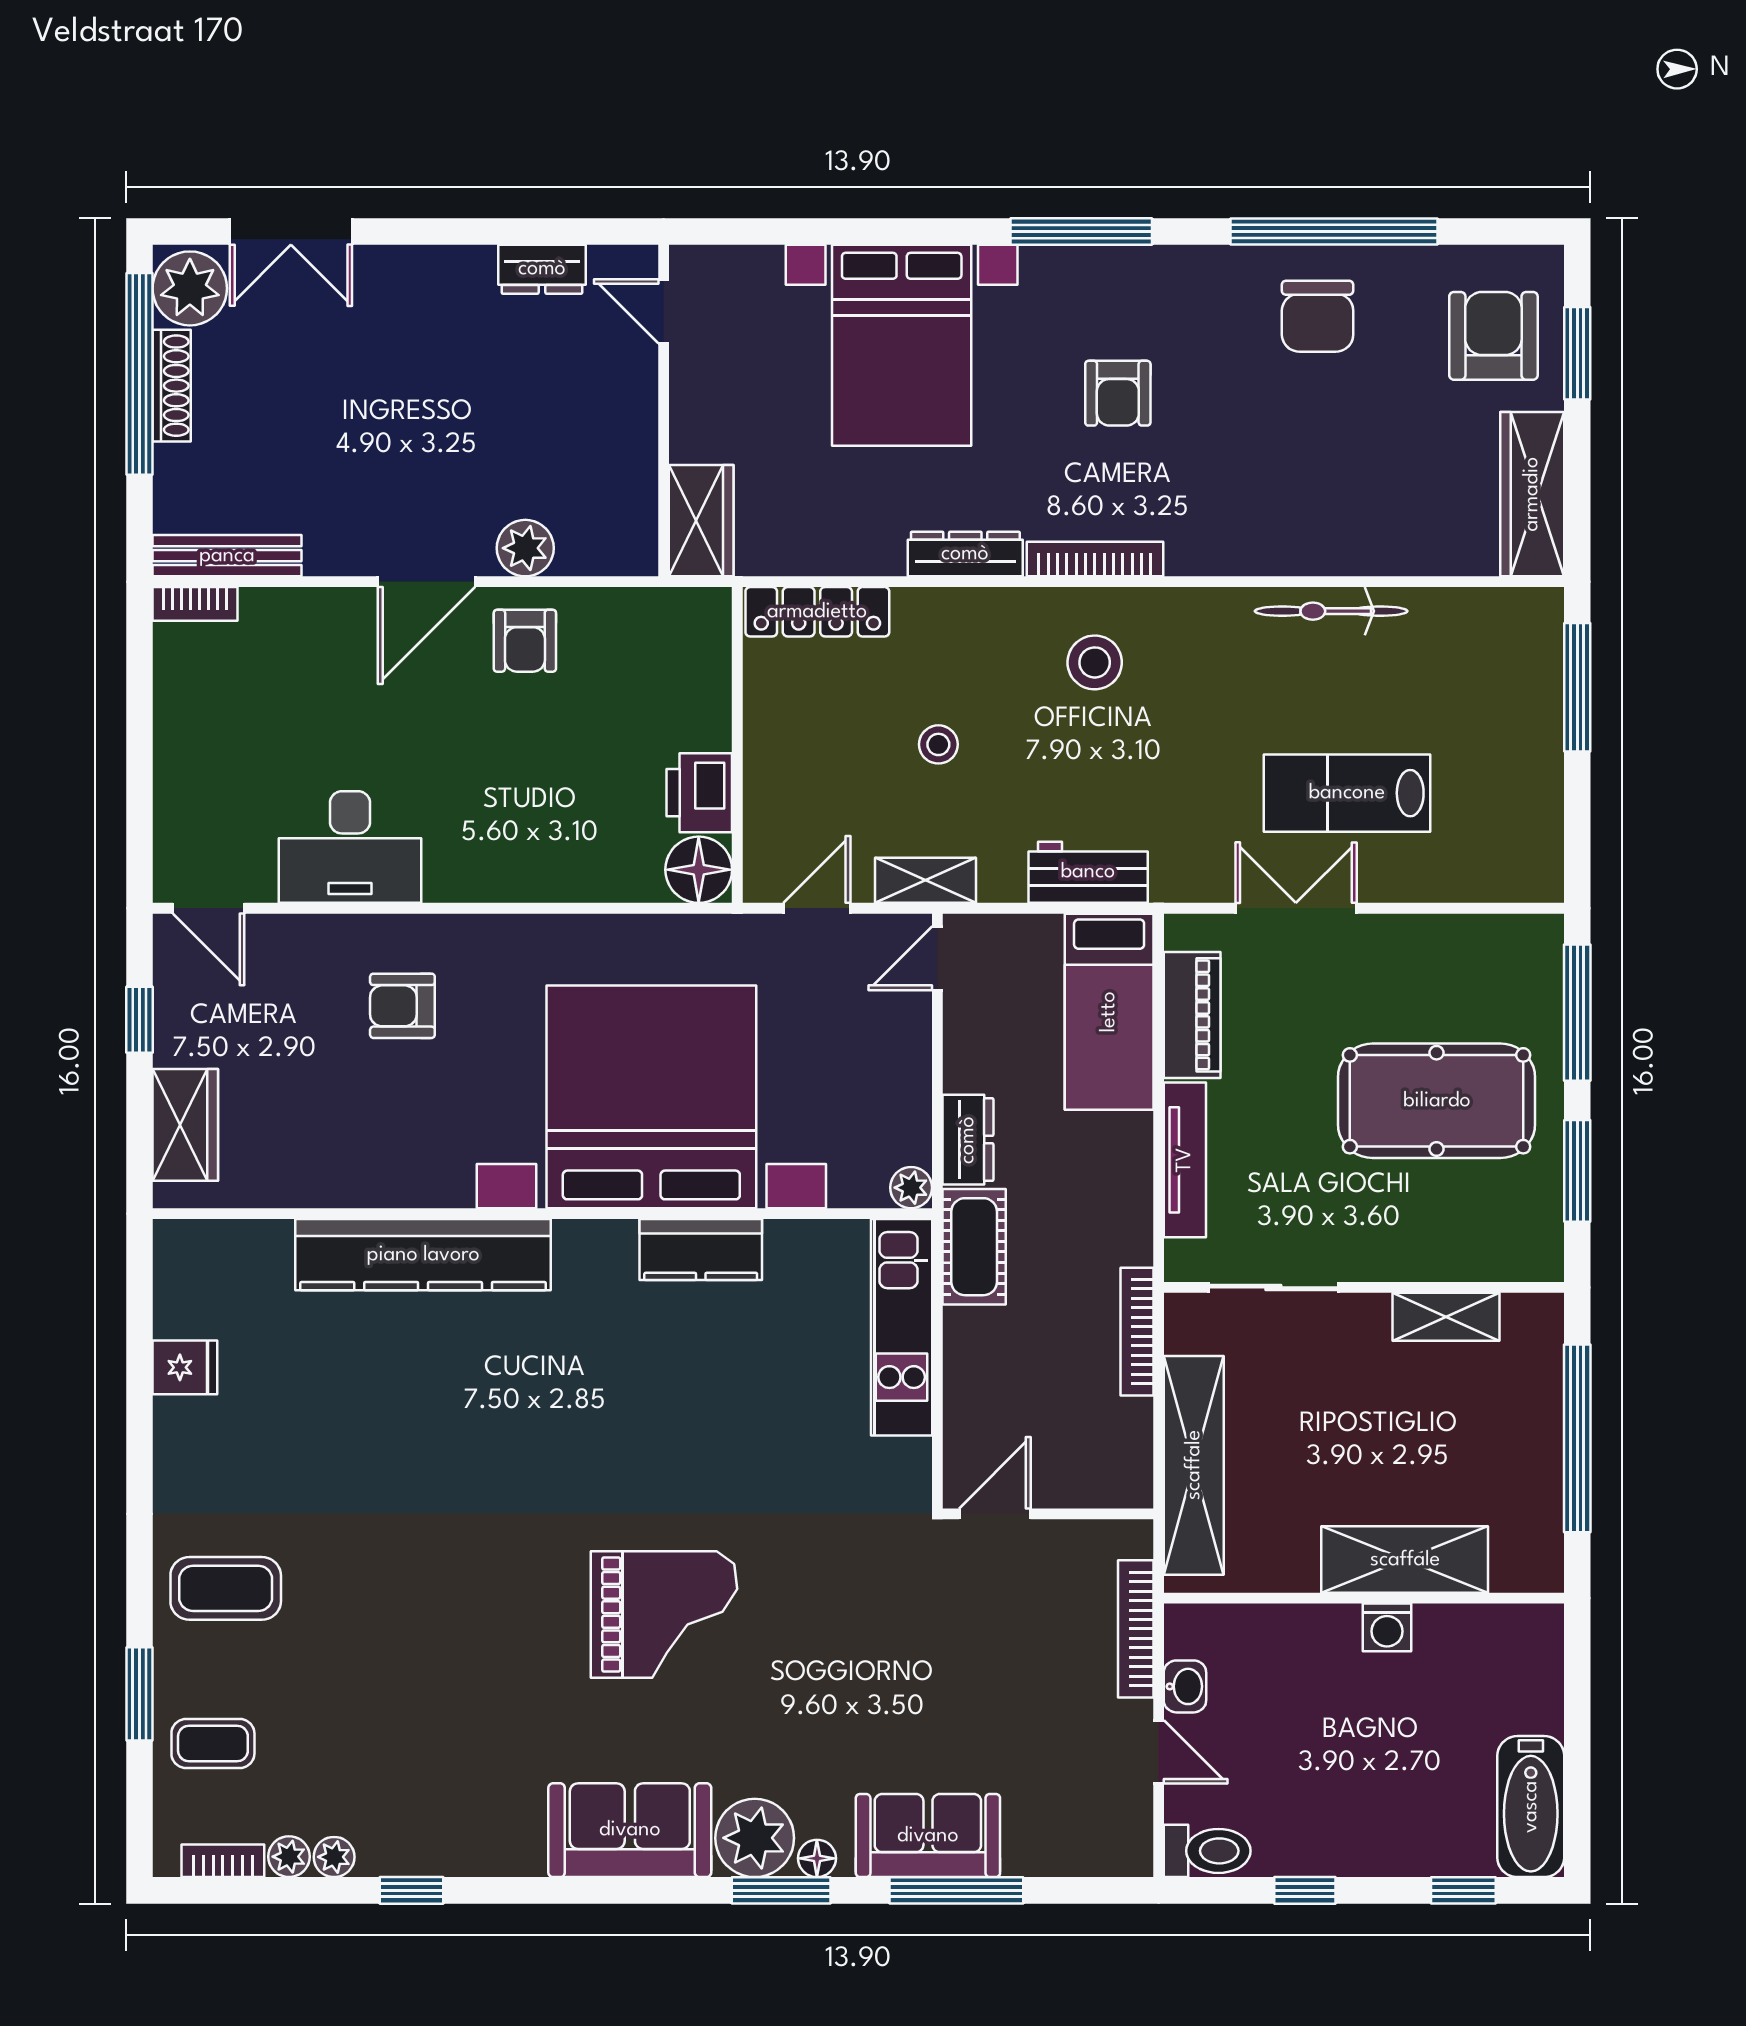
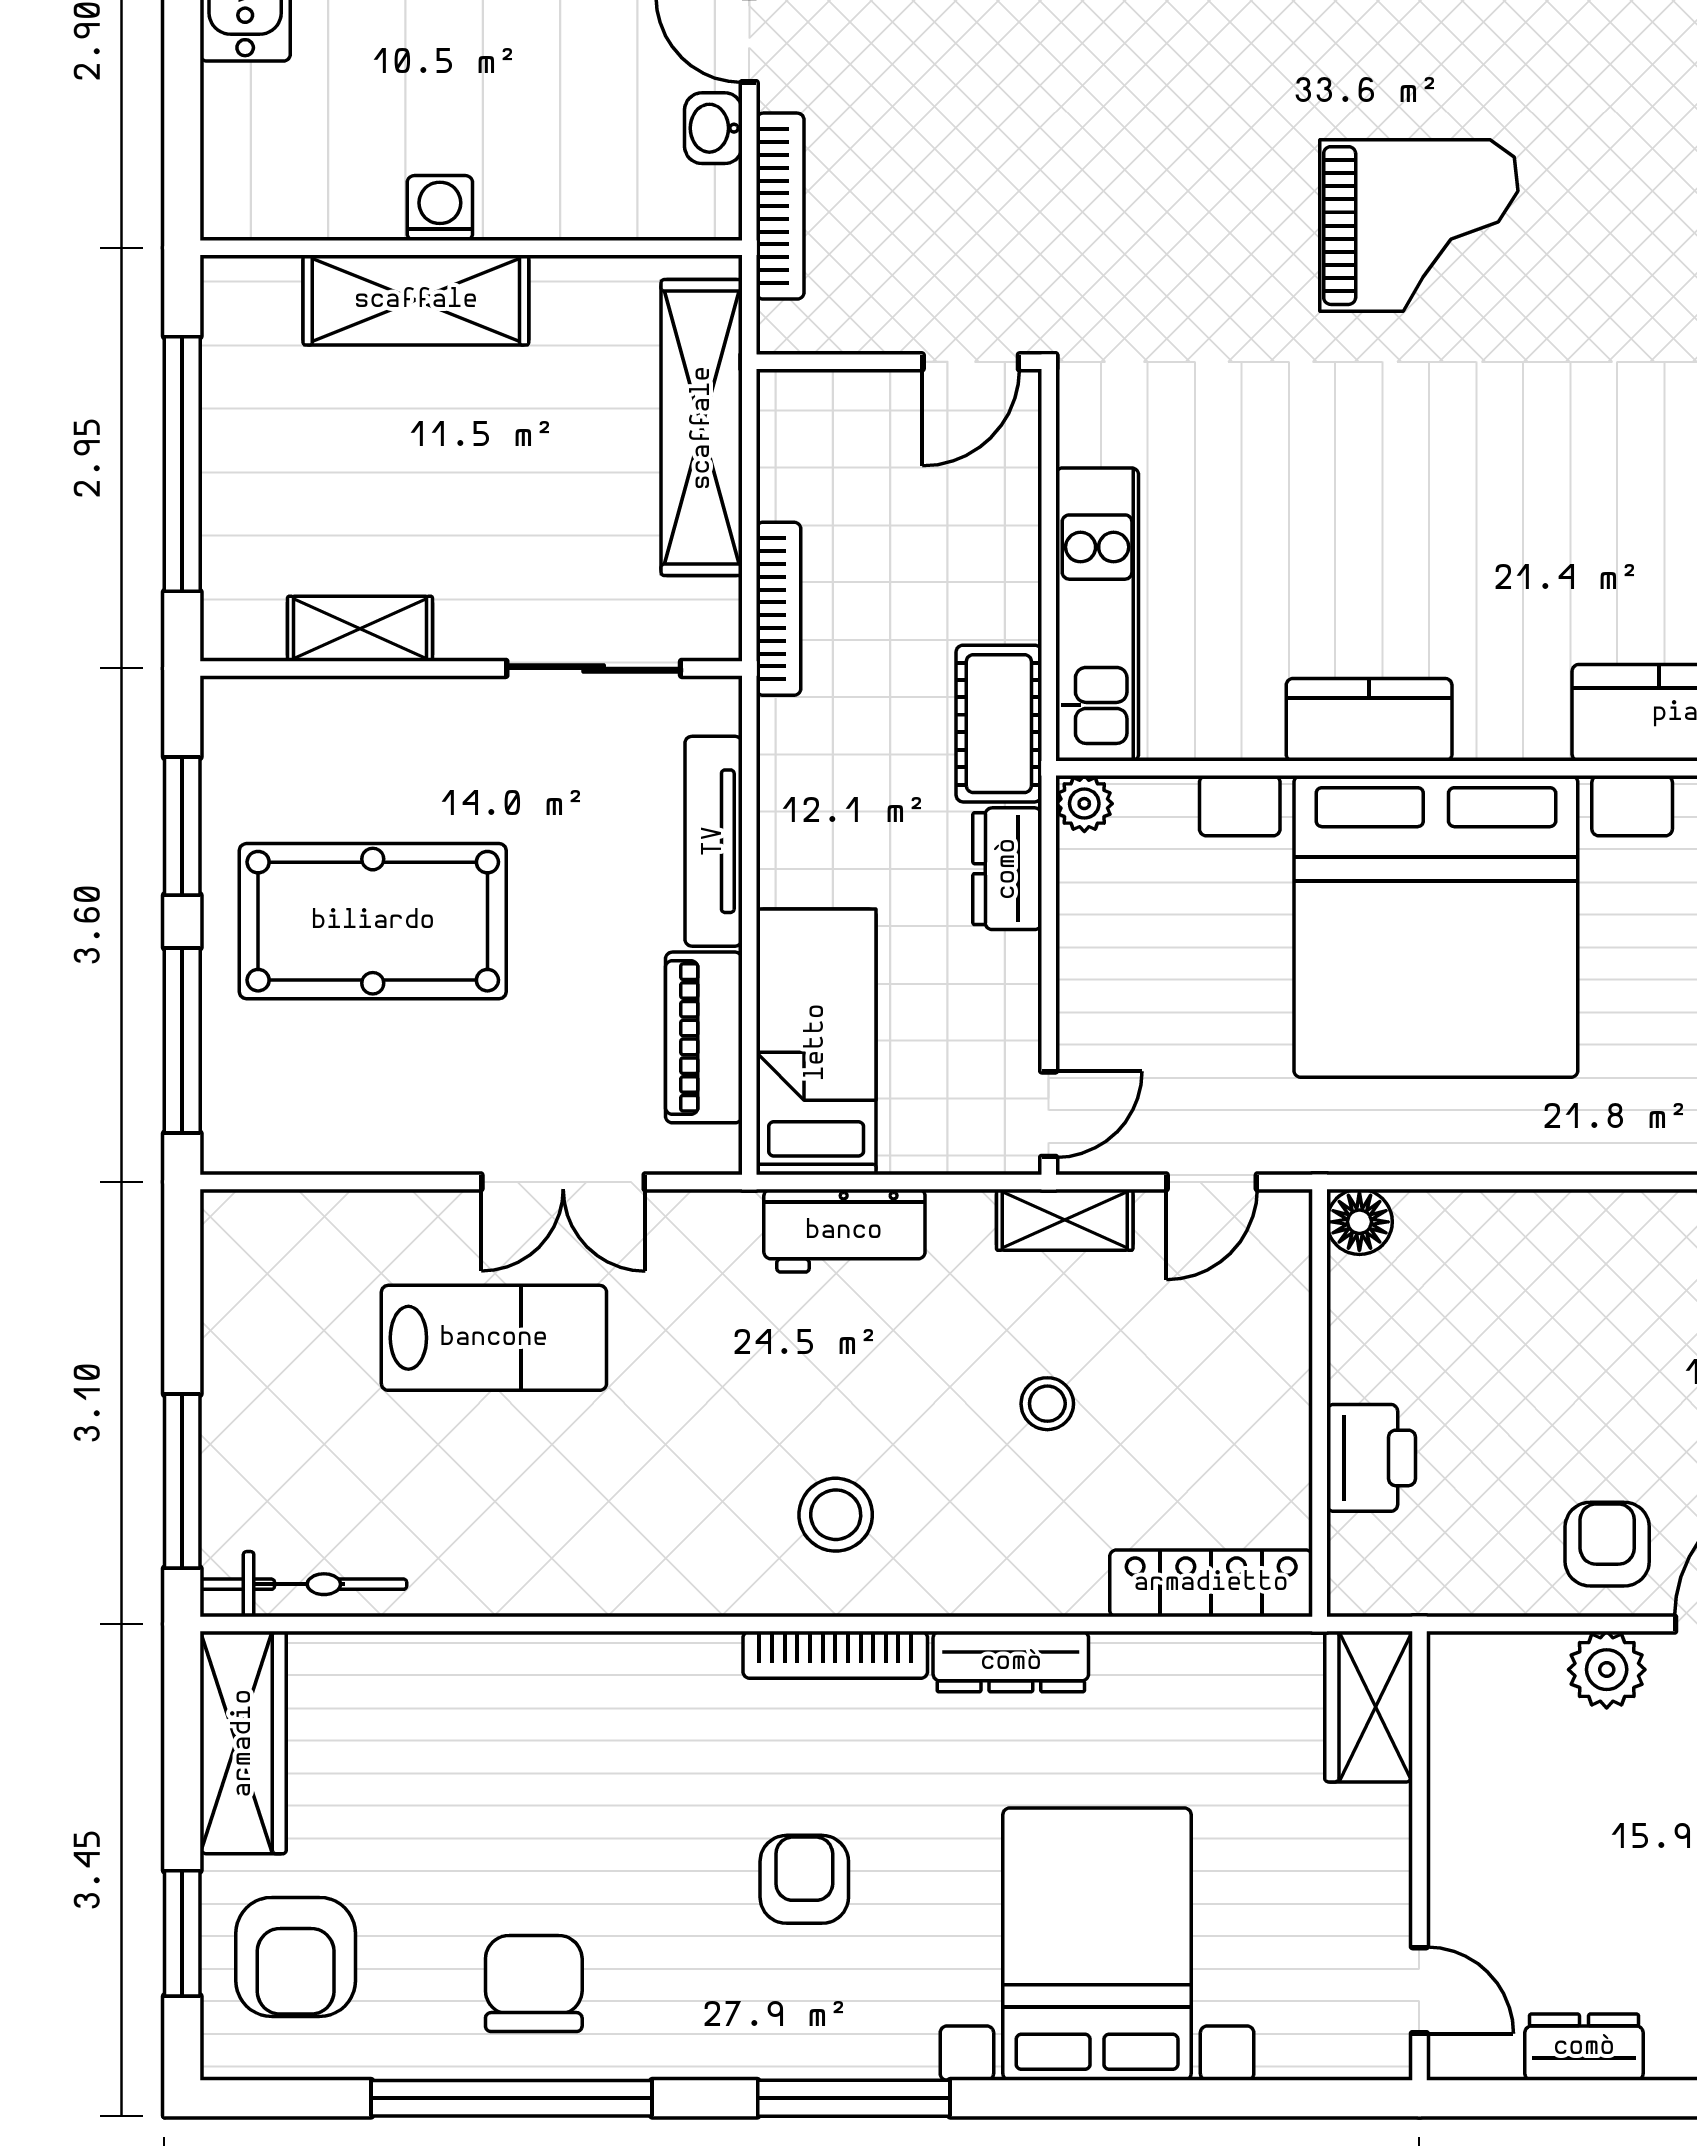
bicycle: (1331, 611) -> (303, 1584), moved
printer: (699, 793) -> (1371, 1458), moved
floor lamp: (699, 870) -> (1359, 1222), width x0.73, depth x0.73
grand piano: (664, 1615) -> (1419, 226), turned 180

